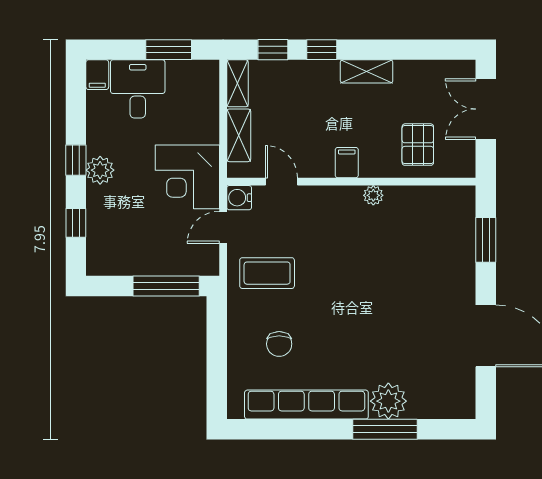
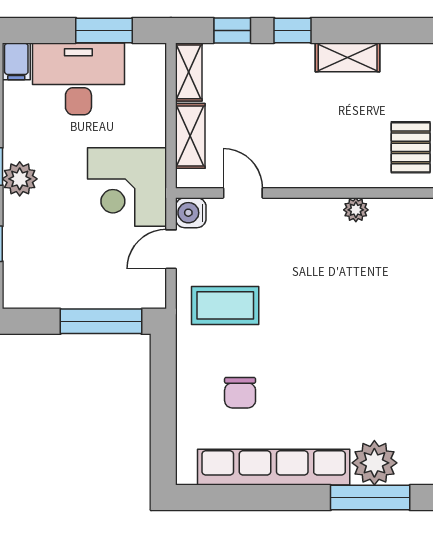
desk: (138, 89) -> (78, 79), width x1.37
filing cabinet: (347, 163) -> (323, 169), removed

